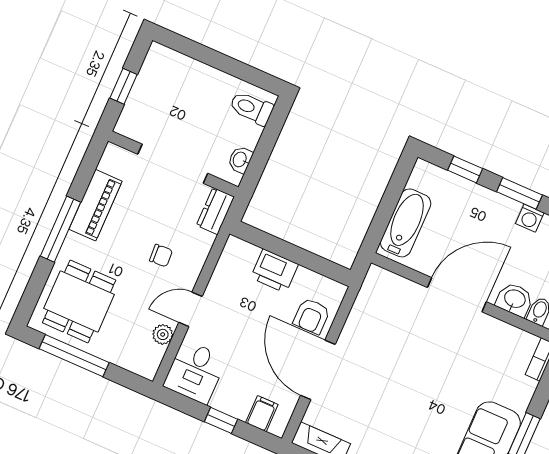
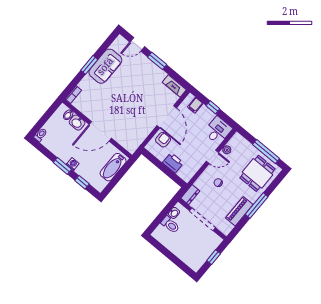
toilet: (251, 108) -> (170, 225), moved
washing machine: (530, 218) -> (73, 164), moved

